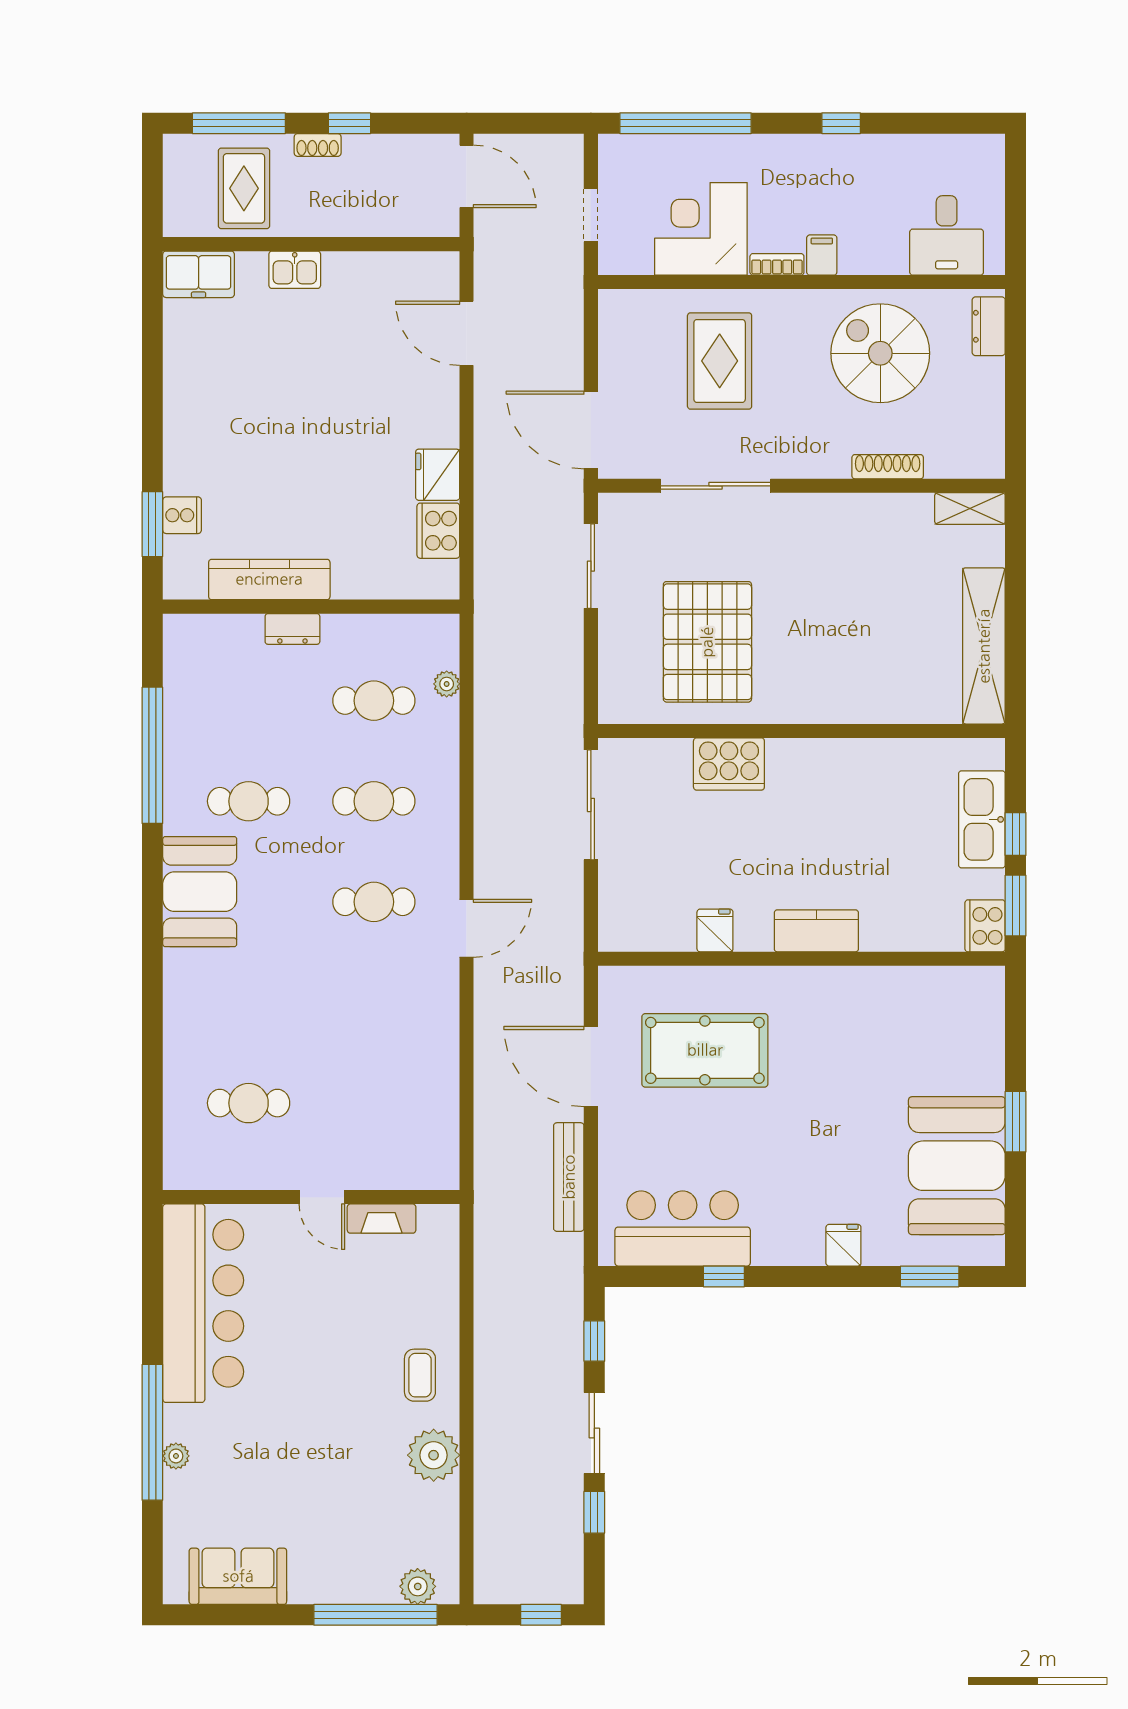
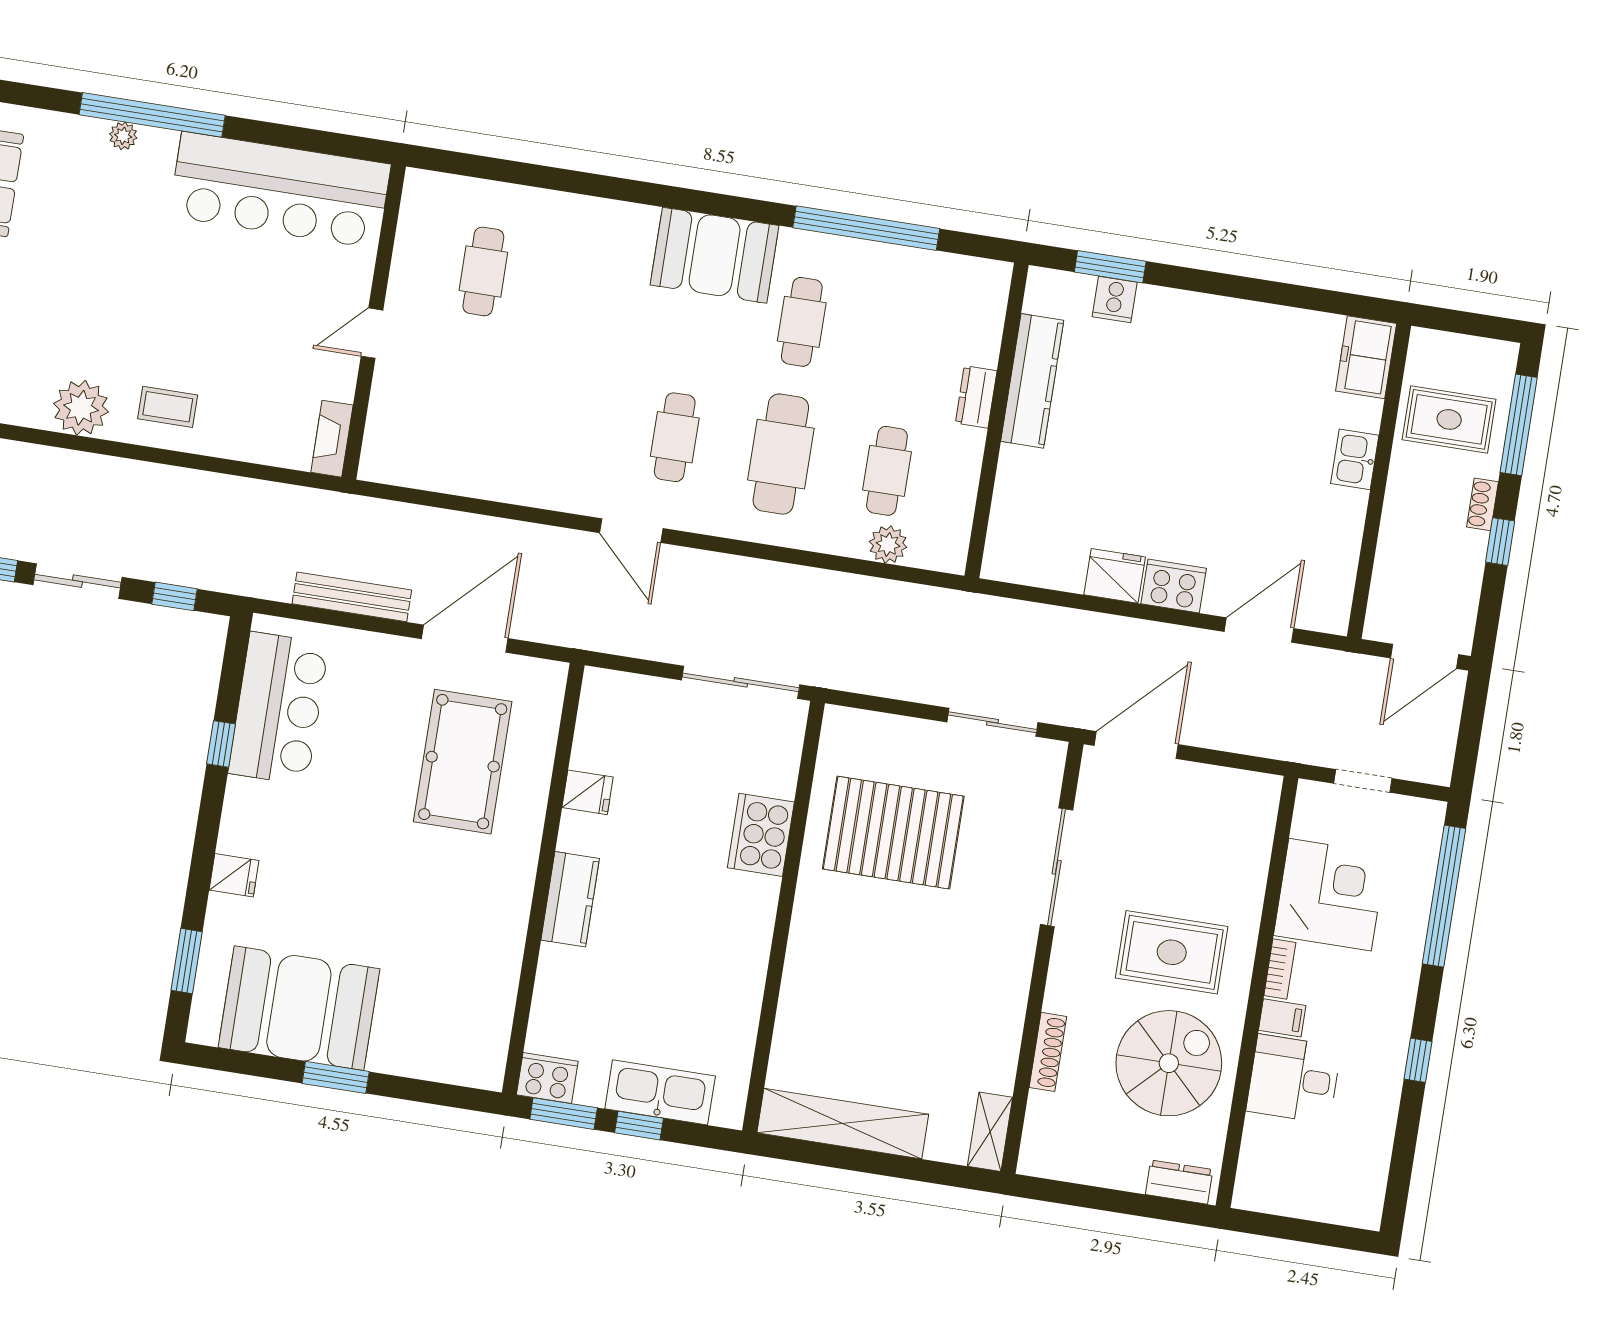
desk: (947, 235) -> (1294, 1079), moved
rug: (720, 361) -> (1172, 952), moved
cooker: (438, 531) -> (1174, 586), moved
plant: (447, 684) -> (888, 544), width x1.38, depth x1.38
cafe table: (374, 801) -> (781, 454), width x1.37, depth x1.35
fireplace: (382, 1219) -> (332, 439), moved

